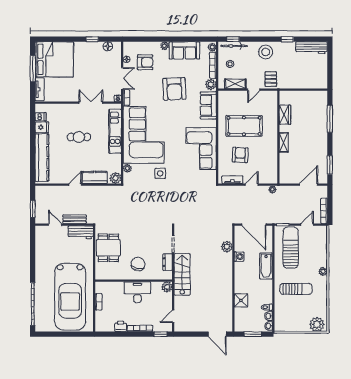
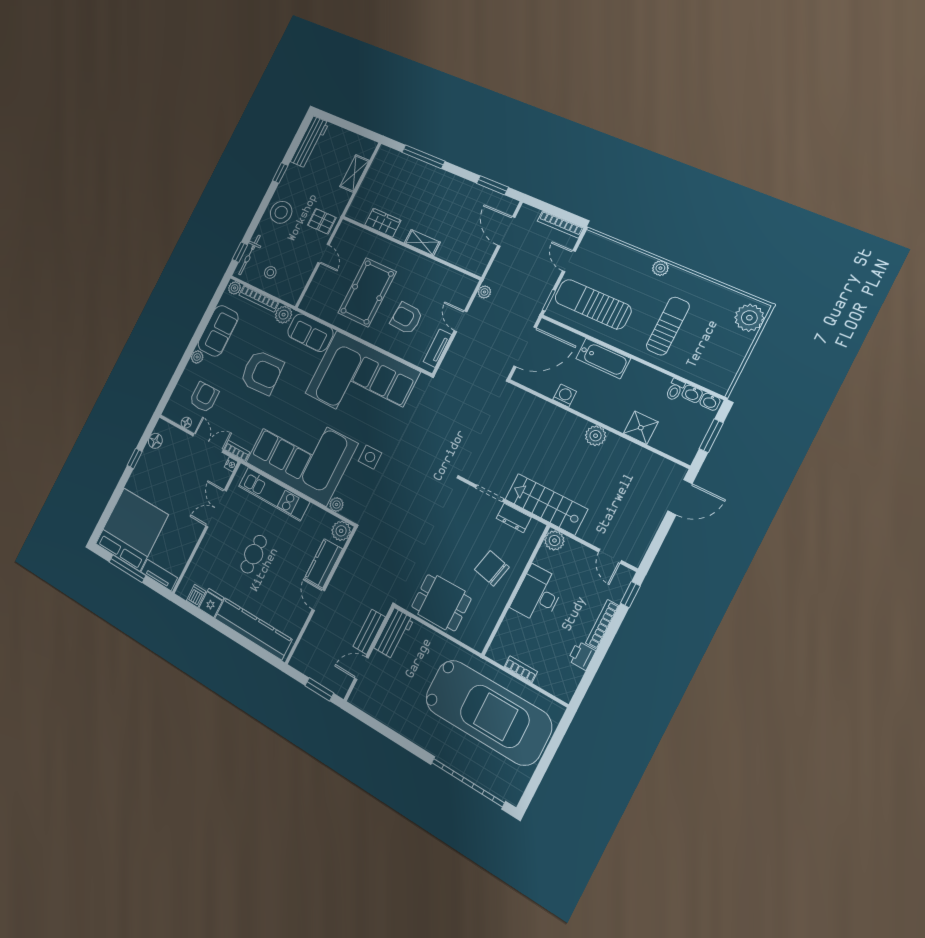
shelving: (235, 84) -> (354, 174), moved
corner sofa: (201, 149) -> (362, 383), width x1.36, depth x1.36
plant: (227, 247) -> (596, 436), moved

